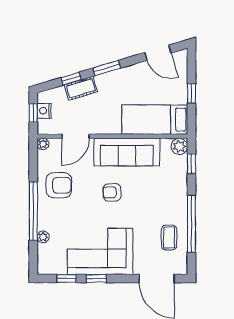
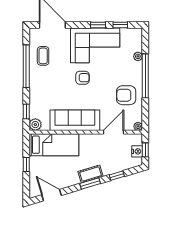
cot: (81, 88) -> (91, 174), moved
armchair: (112, 192) -> (82, 78), moved

